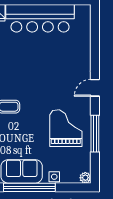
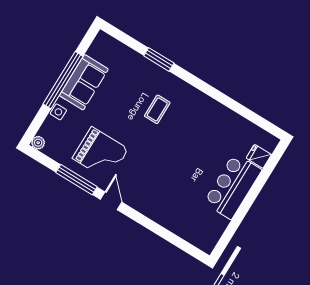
bar counter: (40, 18) -> (233, 186), width x0.73
door: (95, 88) -> (111, 201), moved

